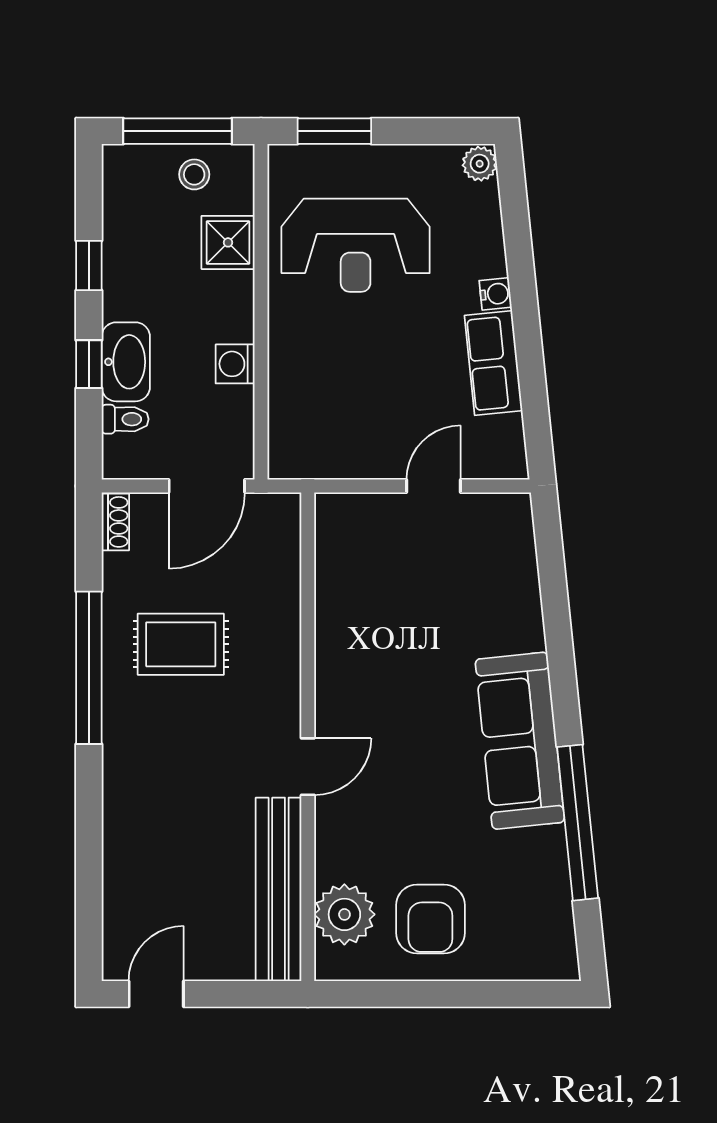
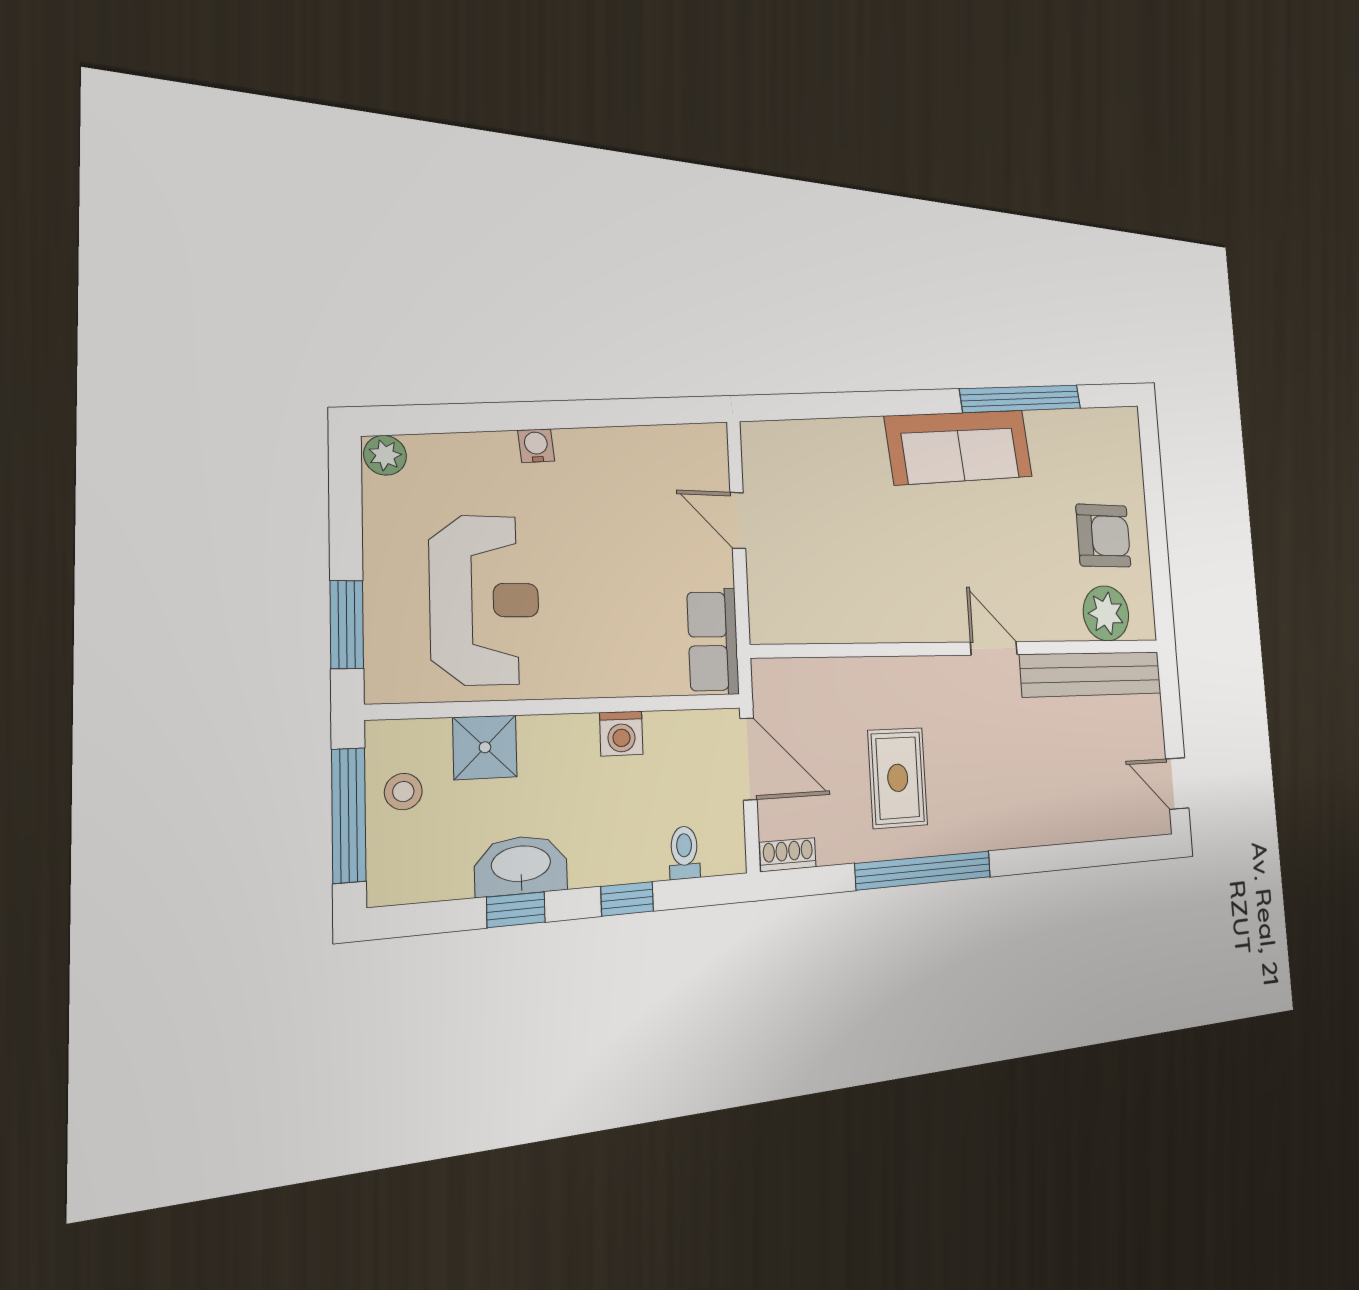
washbasin: (126, 362) -> (521, 865), moved
row of seats: (493, 363) -> (713, 641), moved, turned 96

